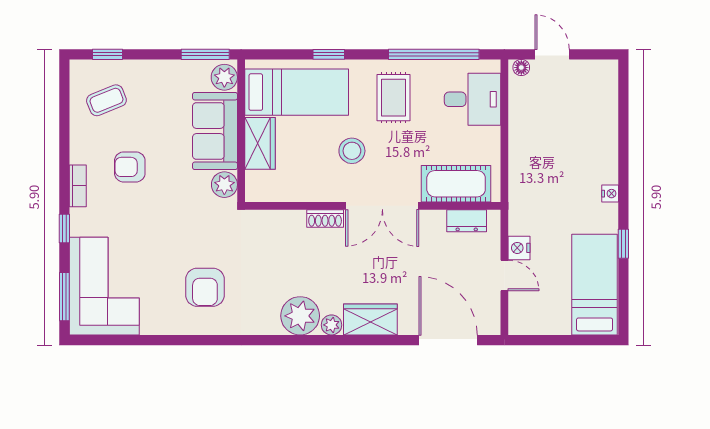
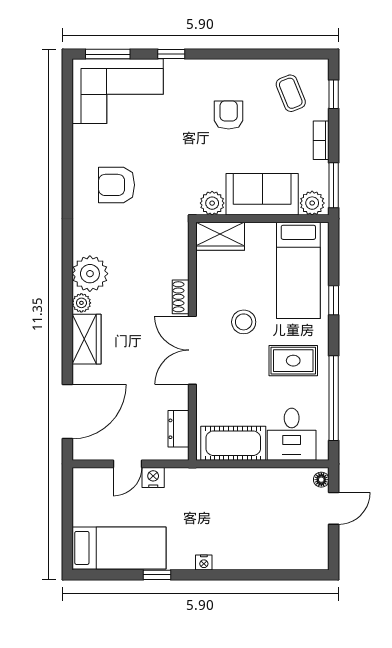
wardrobe: (260, 143) -> (220, 236), moved
cot: (456, 184) -> (233, 443), moved, turned 90
bookcase: (78, 186) -> (321, 140), moved, turned 90

